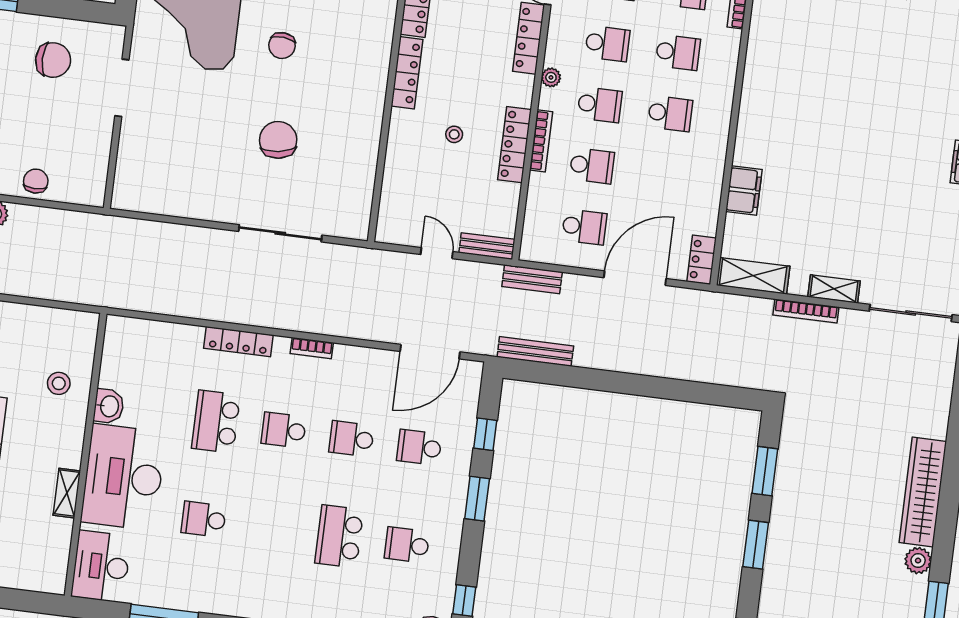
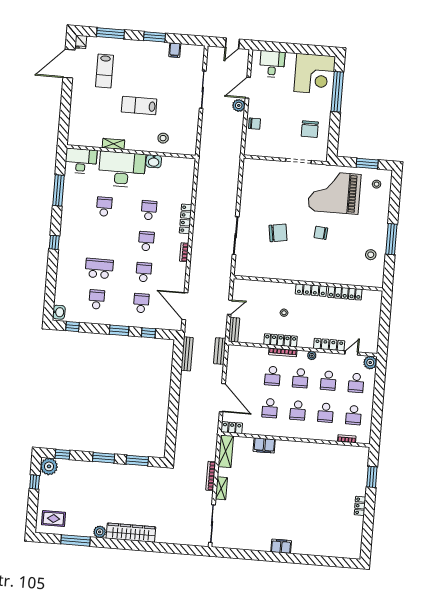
school desk: (584, 227) -> (270, 408), moved
school desk: (216, 422) -> (149, 210), width x0.54

